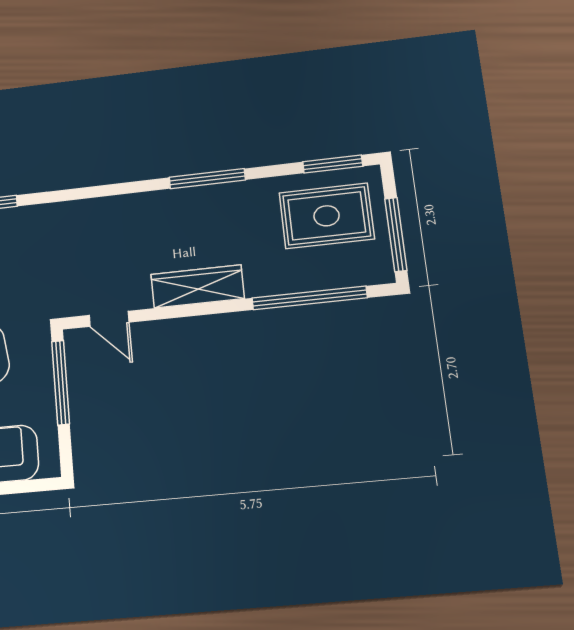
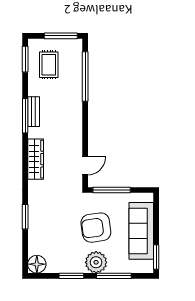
bench: (218, 195) -> (34, 112), added
rug: (327, 216) -> (49, 65), width x0.73, depth x0.70
wardrobe: (197, 286) -> (36, 159), moved, turned 180

